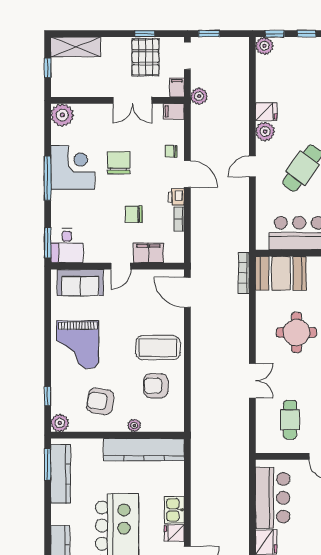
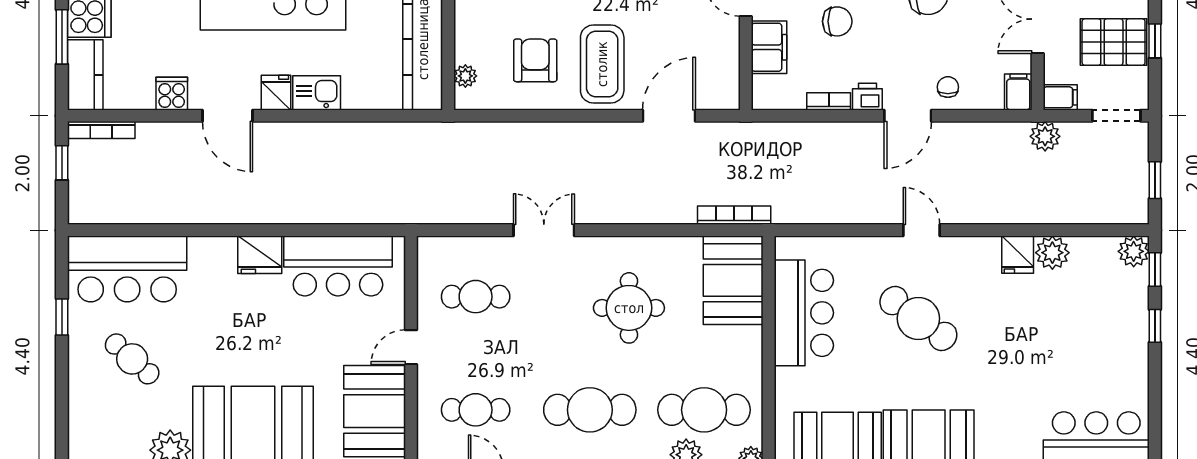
window: (209, 34) -> (1155, 180), moved
plant: (265, 131) -> (1052, 253), moved
chair: (134, 214) -> (837, 21), turned 90
door: (187, 292) -> (669, 116), moved
double door: (252, 381) -> (544, 230), swing flipped
plant: (134, 425) -> (465, 76), moved

